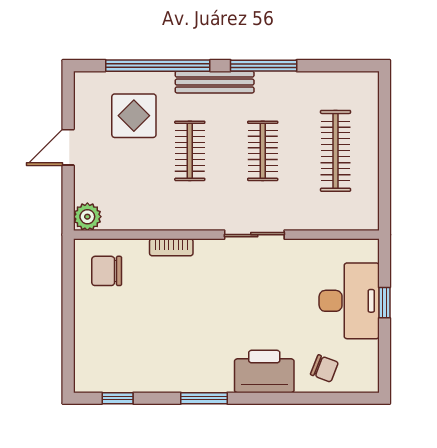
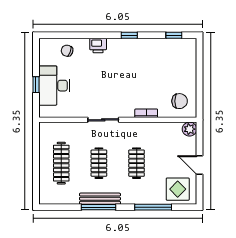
window: (158, 66) -> (153, 207), width x0.68
bench: (215, 82) -> (100, 199), moved
display table: (134, 116) -> (178, 189), moved
door: (68, 147) -> (199, 165), swing flipped
printer: (264, 371) -> (98, 46), width x0.53, depth x0.68
window: (204, 398) -> (129, 35), width x0.67

